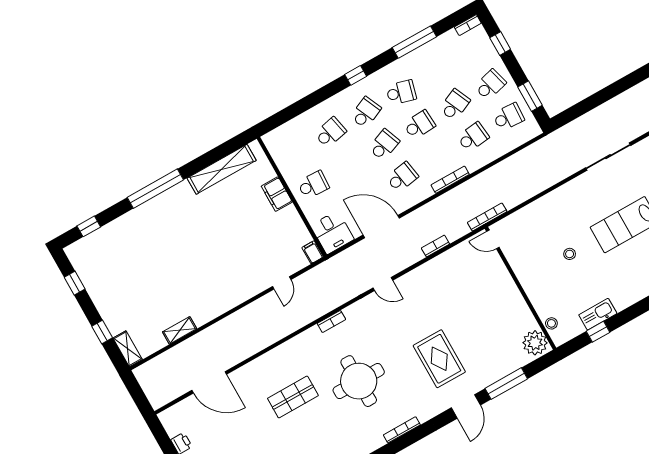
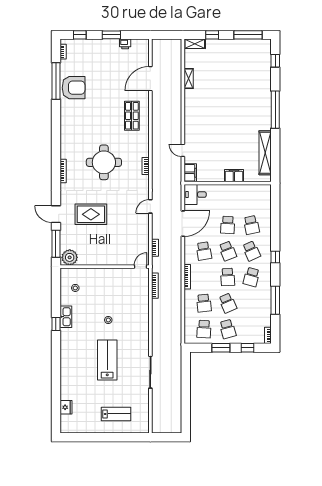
window: (530, 96) -> (221, 348), moved
school desk: (313, 185) -> (228, 225), moved
door: (493, 239) -> (141, 267), moved
filing cabinet: (313, 252) -> (190, 173), width x2.00
window: (75, 283) -> (248, 35), width x2.17
wall: (520, 288) -> (105, 267), moved
window: (598, 332) -> (56, 324), moved
plant: (535, 343) -> (70, 257), moved
shop shelf: (293, 397) -> (132, 116), moved

